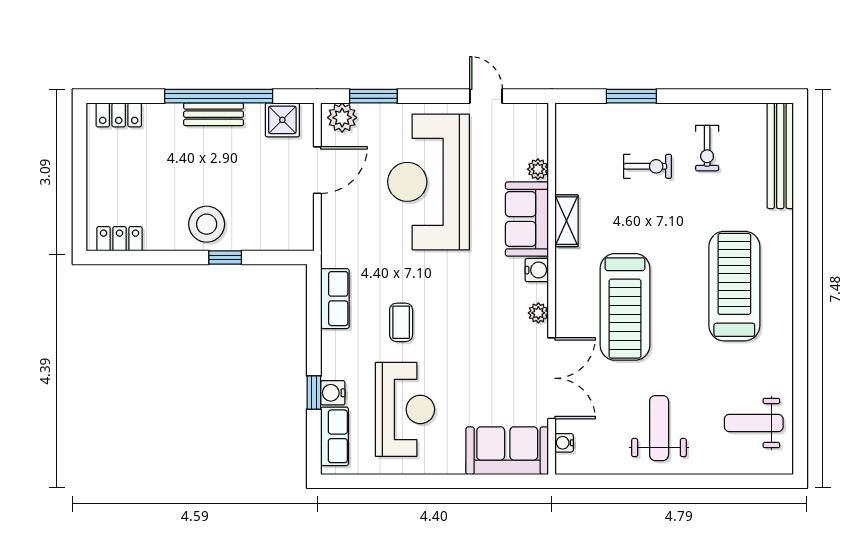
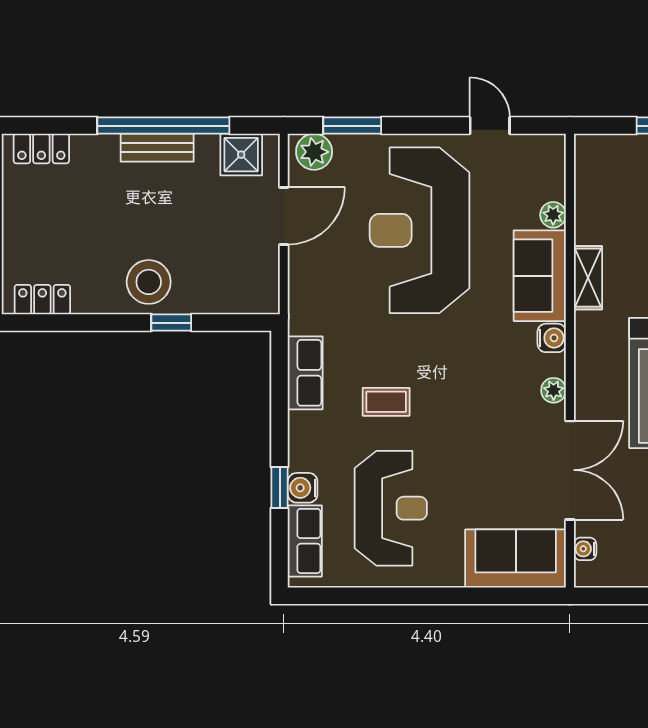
coffee table: (401, 322) -> (386, 402), turned 90

